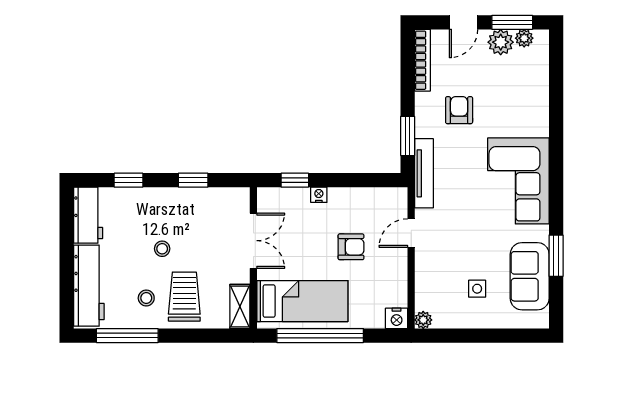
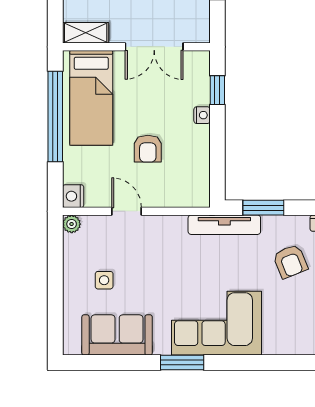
armchair: (459, 110) -> (290, 261), turned 68
door: (411, 233) -> (127, 211), moved
window: (556, 256) -> (182, 363), moved

